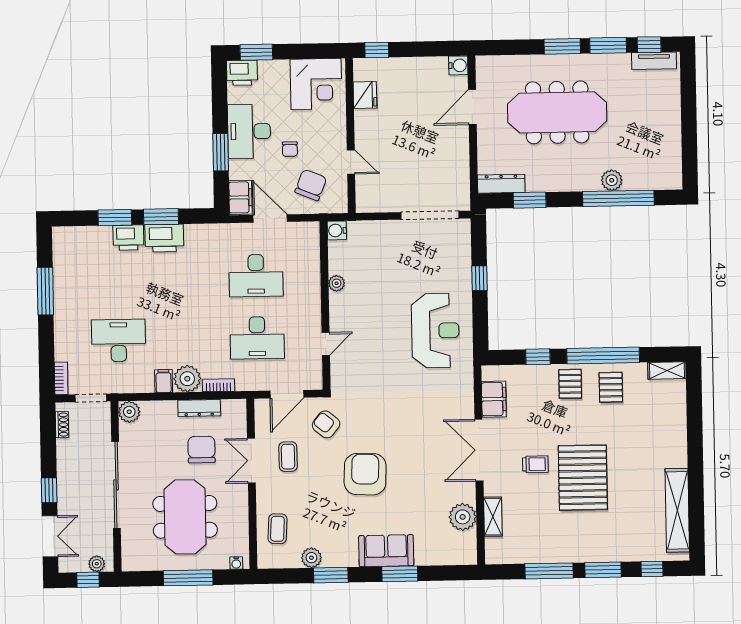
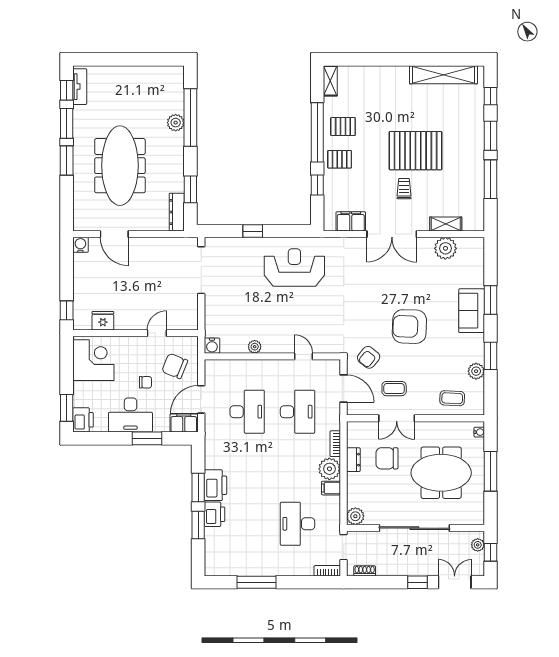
dresser: (199, 408) -> (353, 460), width x0.70

